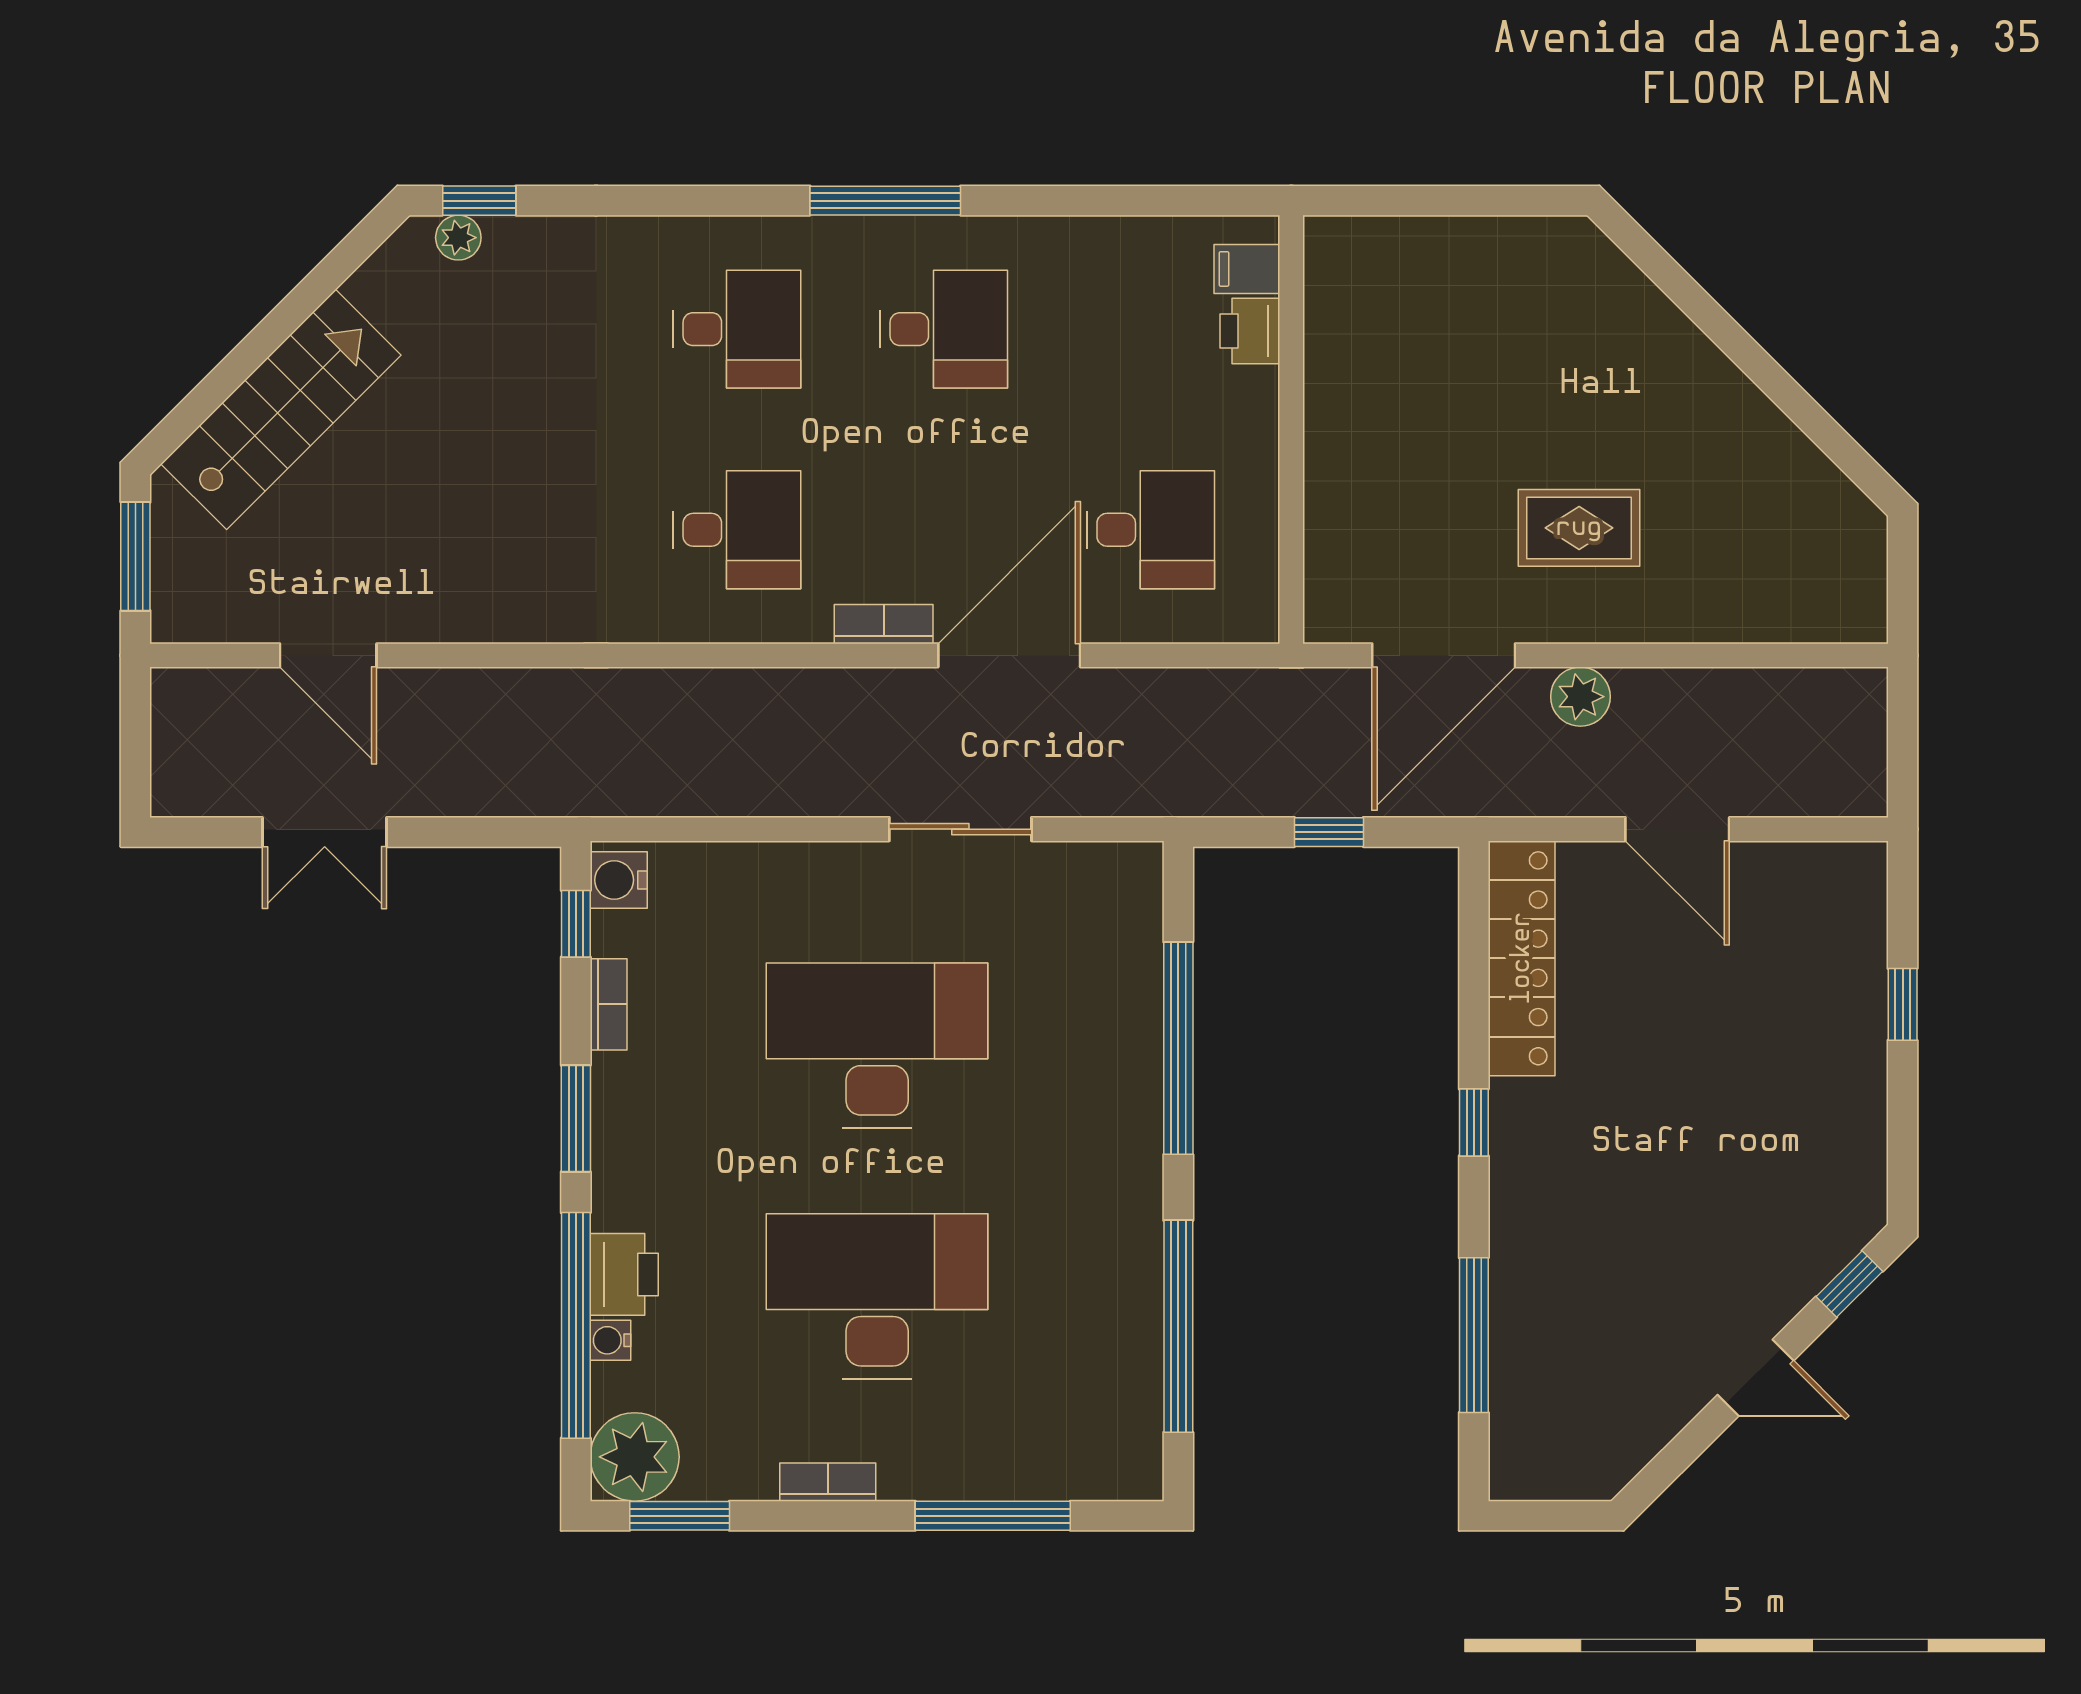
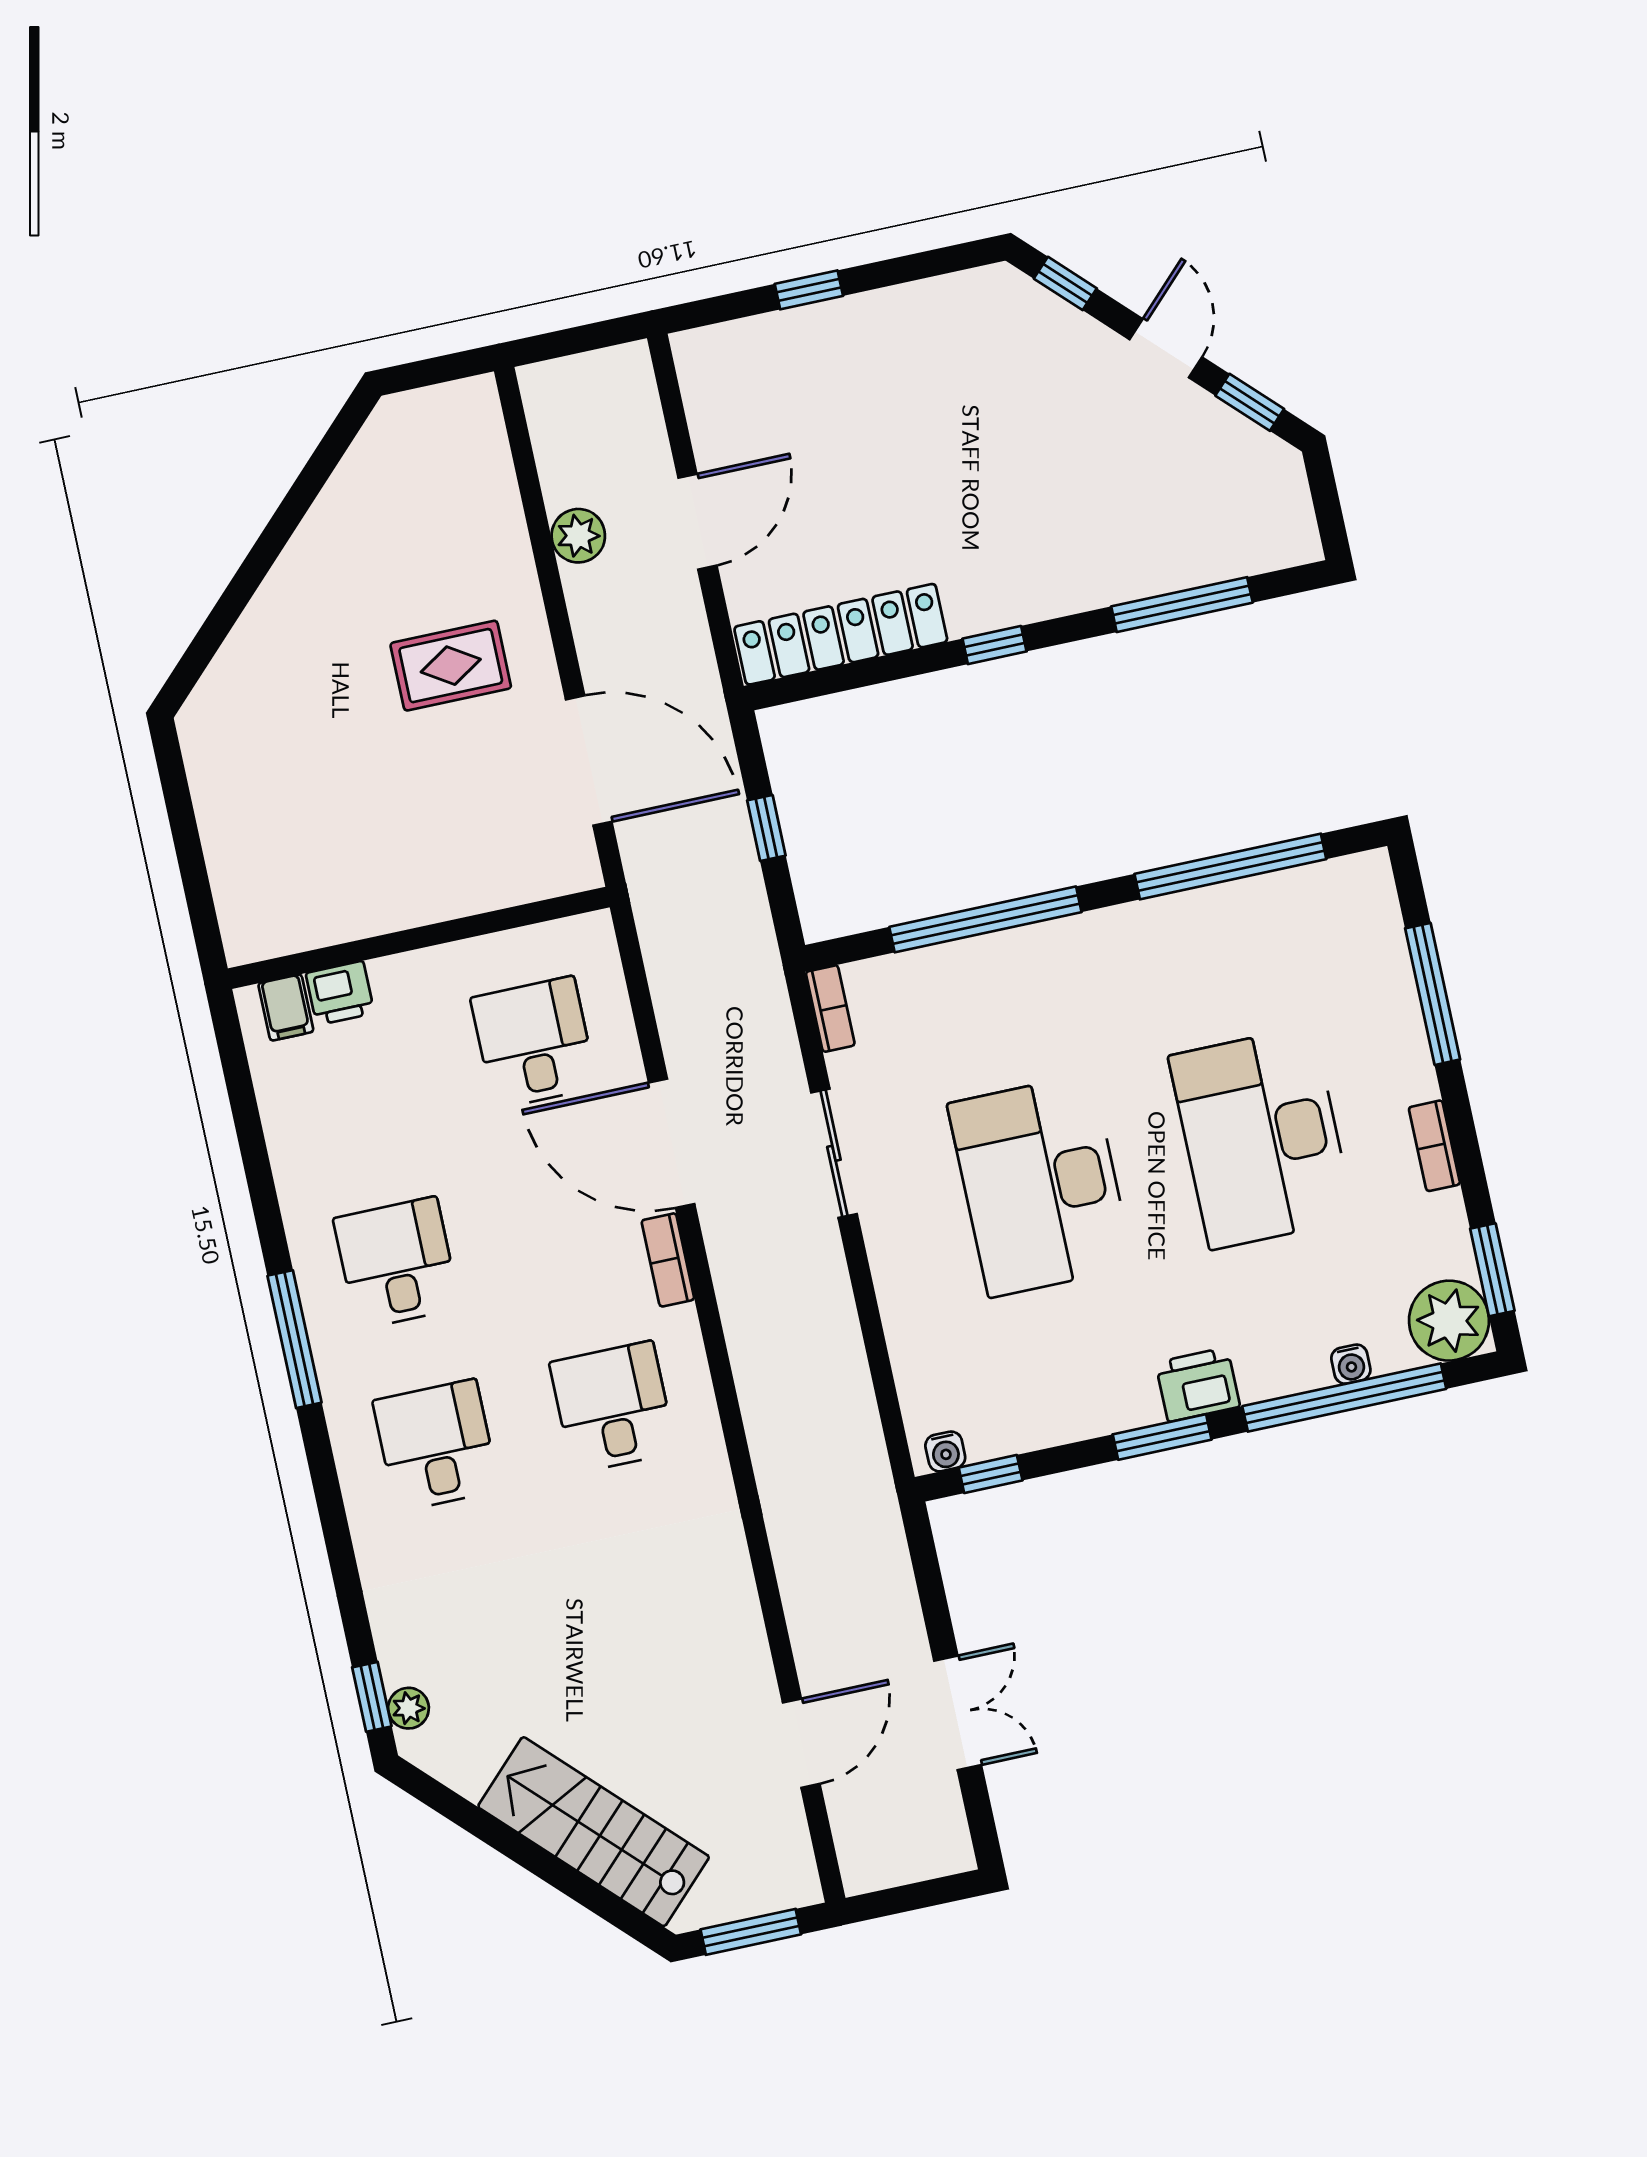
rug: (1579, 528) -> (451, 666), turned 90
plant: (1580, 697) -> (578, 536), moved
water cooler: (619, 880) -> (945, 1451), width x0.72, depth x0.72
bookcase: (609, 1004) -> (830, 1009), moved, turned 90
printer: (624, 1274) -> (1198, 1385), moved
window: (1677, 1456) -> (1250, 402), added

